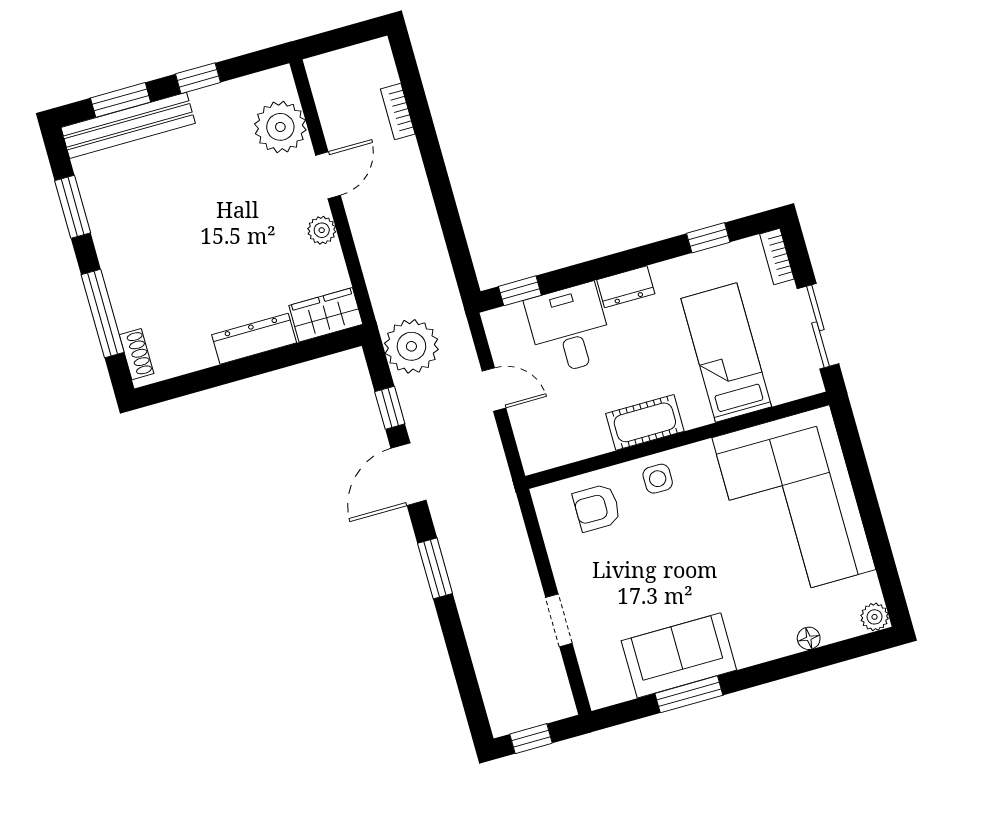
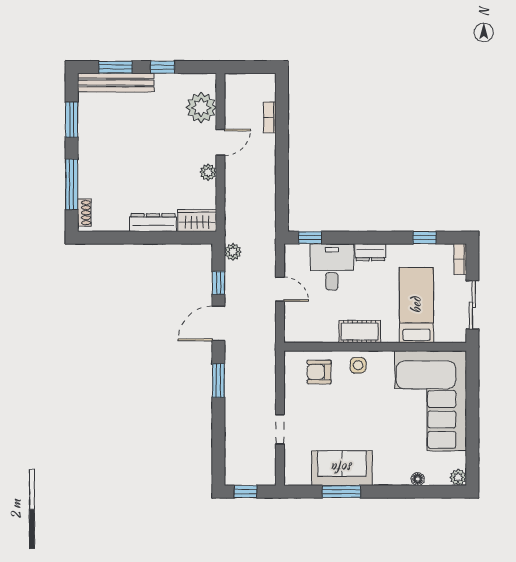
plant: (411, 346) -> (233, 252), width x0.53, depth x0.53

